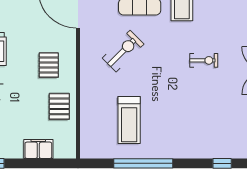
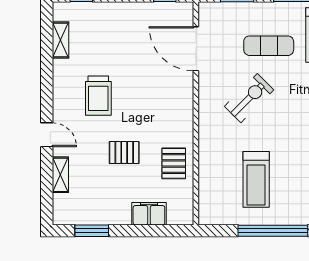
pallet: (49, 65) -> (124, 152), moved, turned 90

